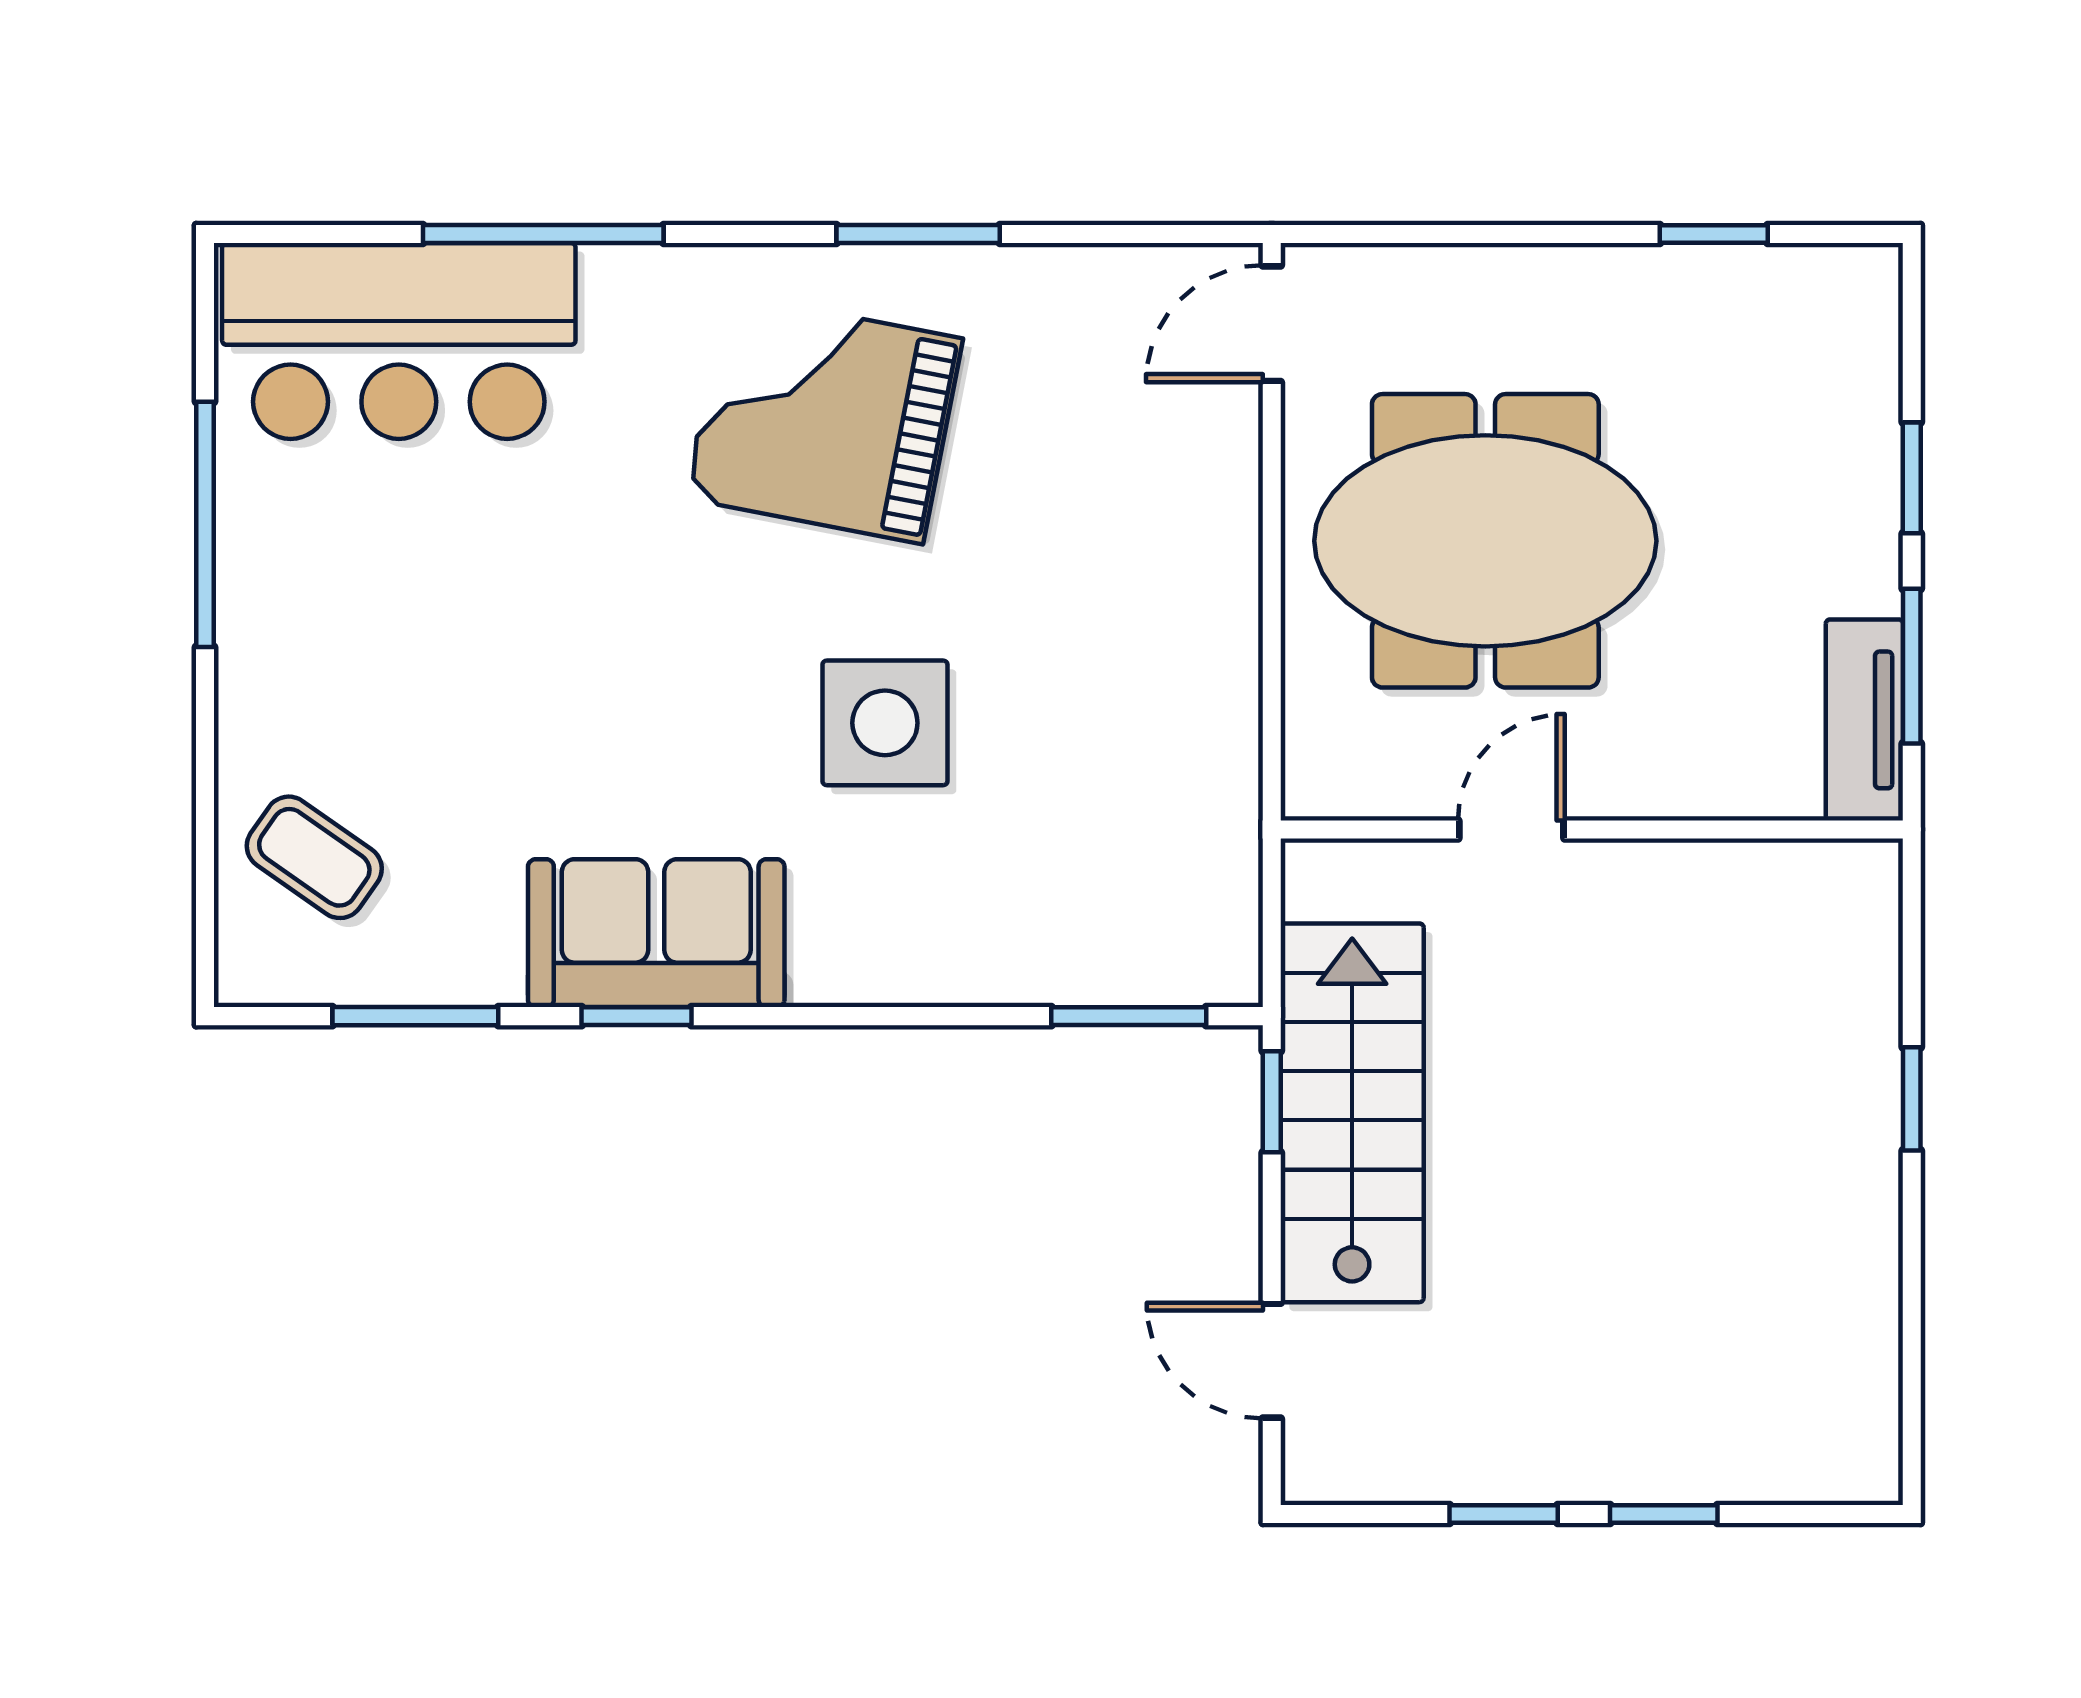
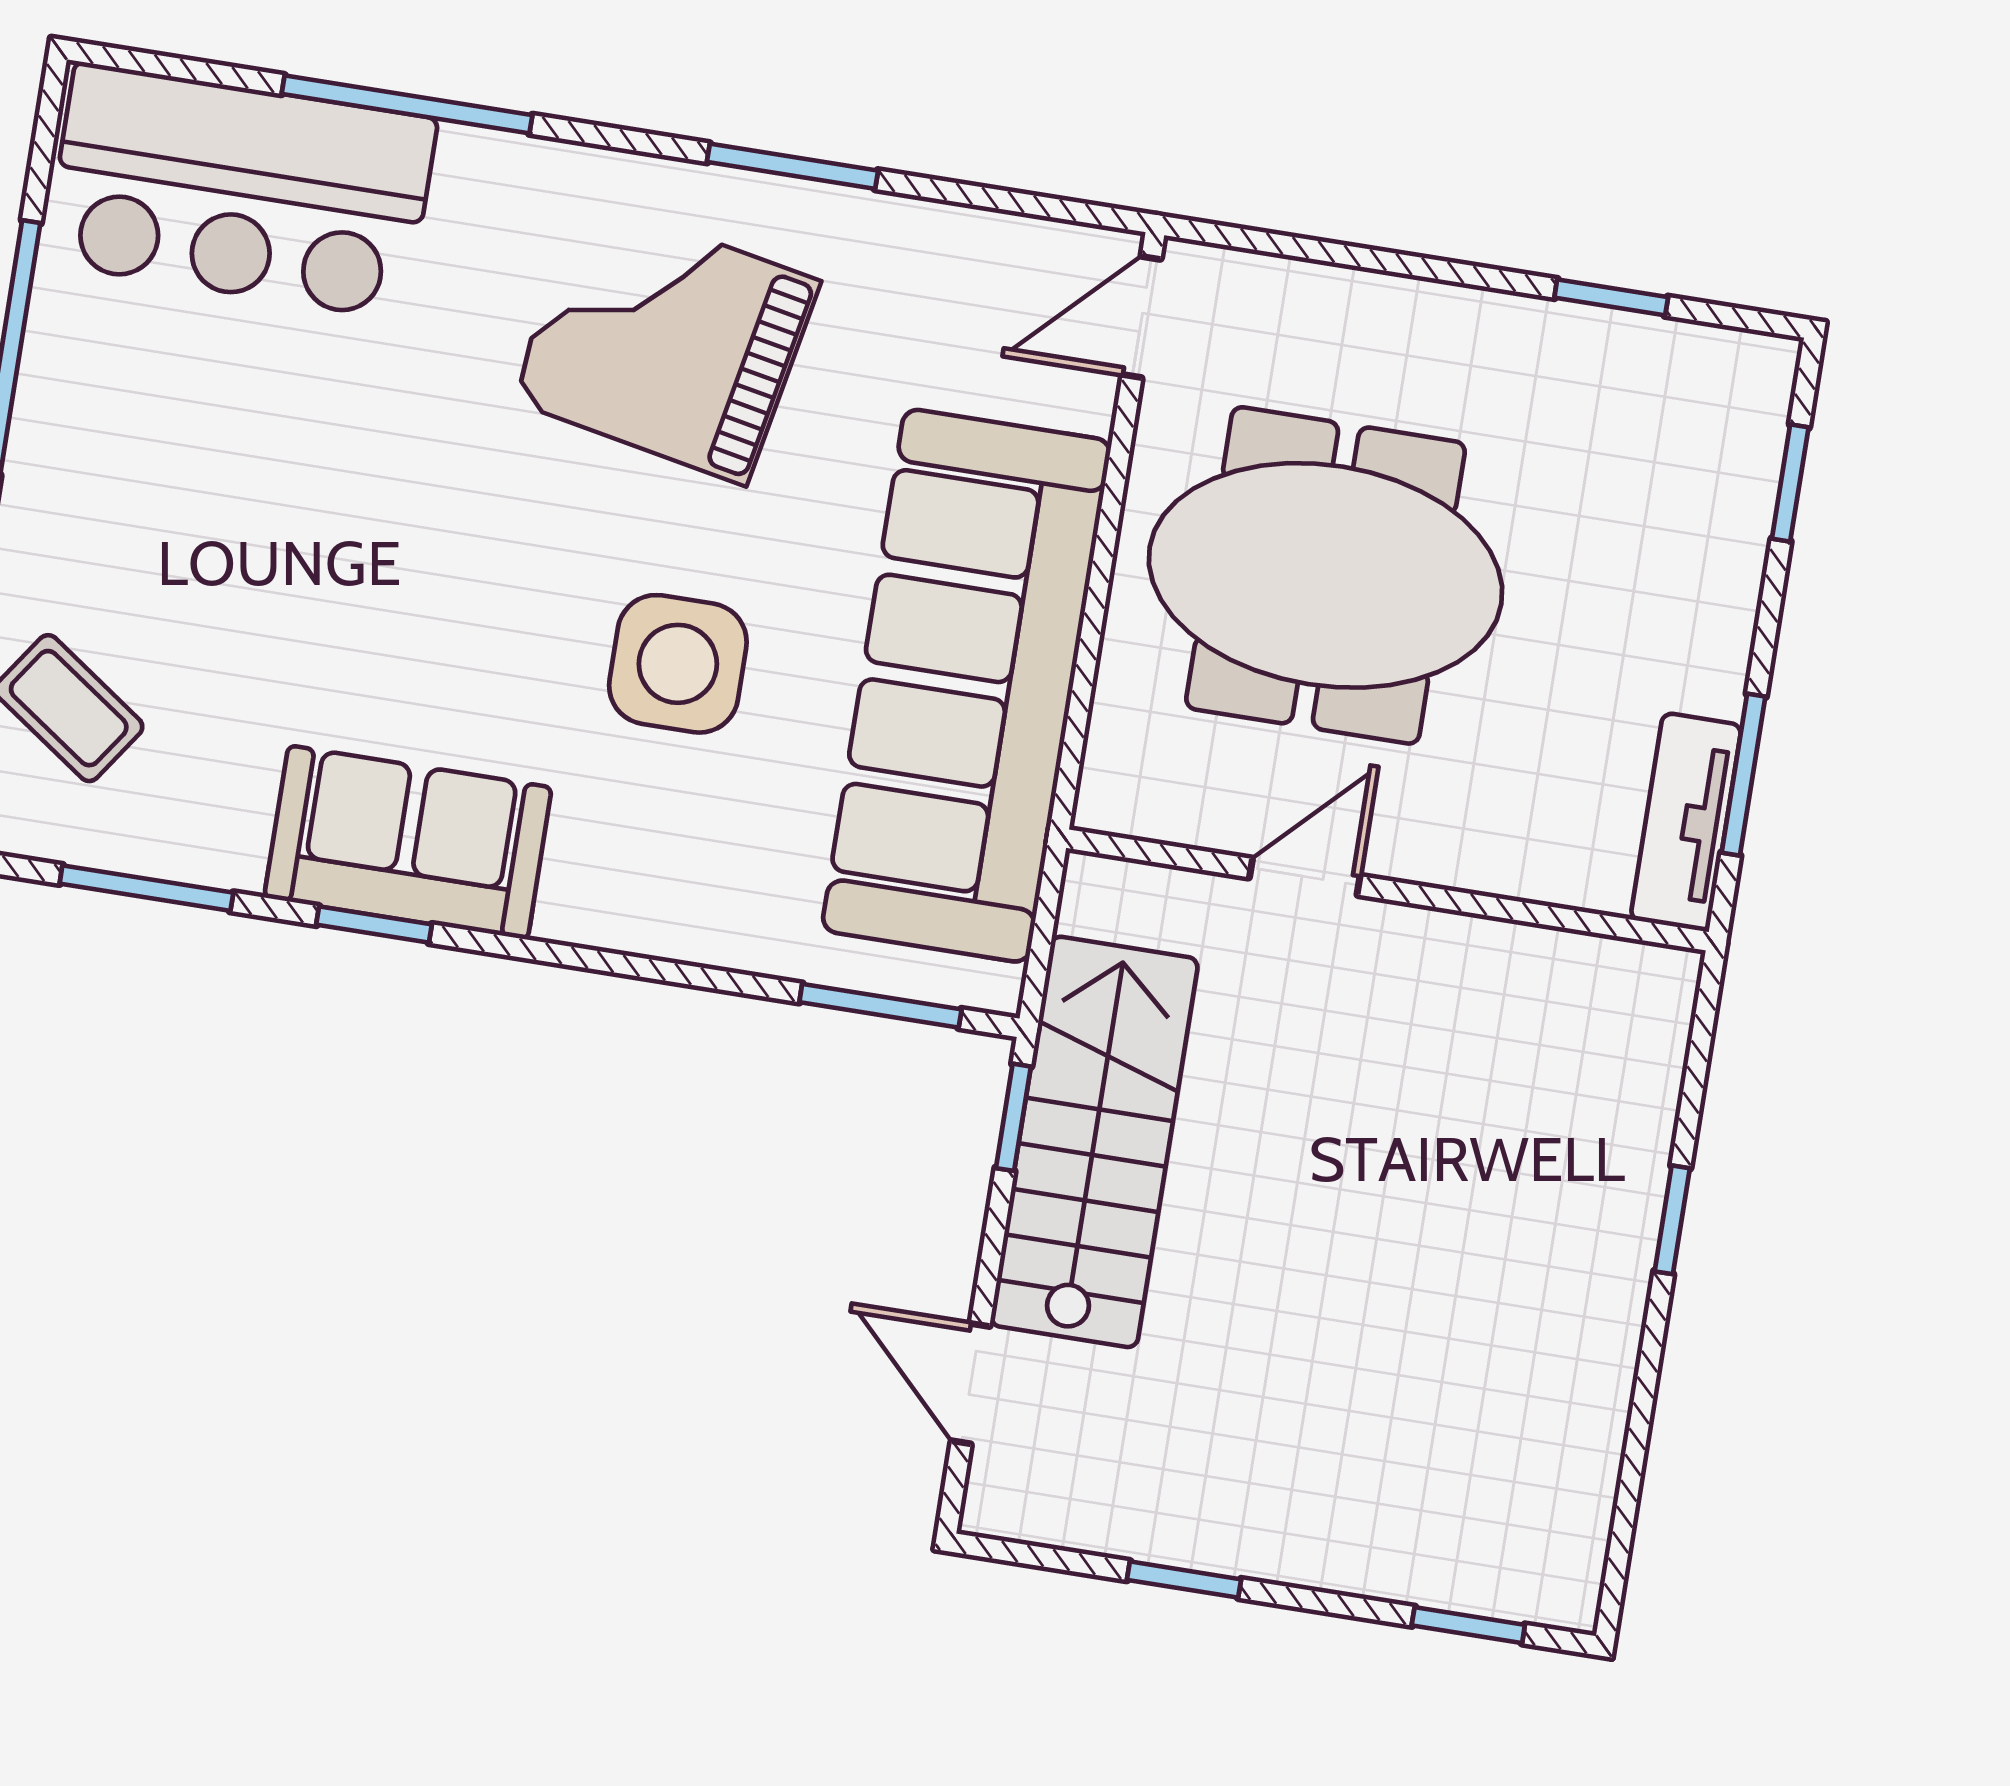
window: (1912, 478) -> (1790, 483), moved
sofa: (1162, 700) -> (967, 686), added
window: (1664, 1514) -> (1468, 1625), moved

